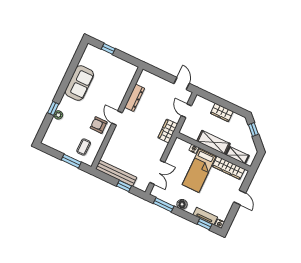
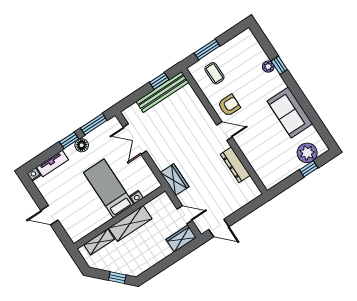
plant: (99, 56) -> (307, 153), added
wardrobe: (222, 112) -> (181, 239), moved
wardrobe: (228, 168) -> (91, 223), removed
window: (124, 186) -> (159, 81), moved
window: (205, 224) -> (69, 140), moved

